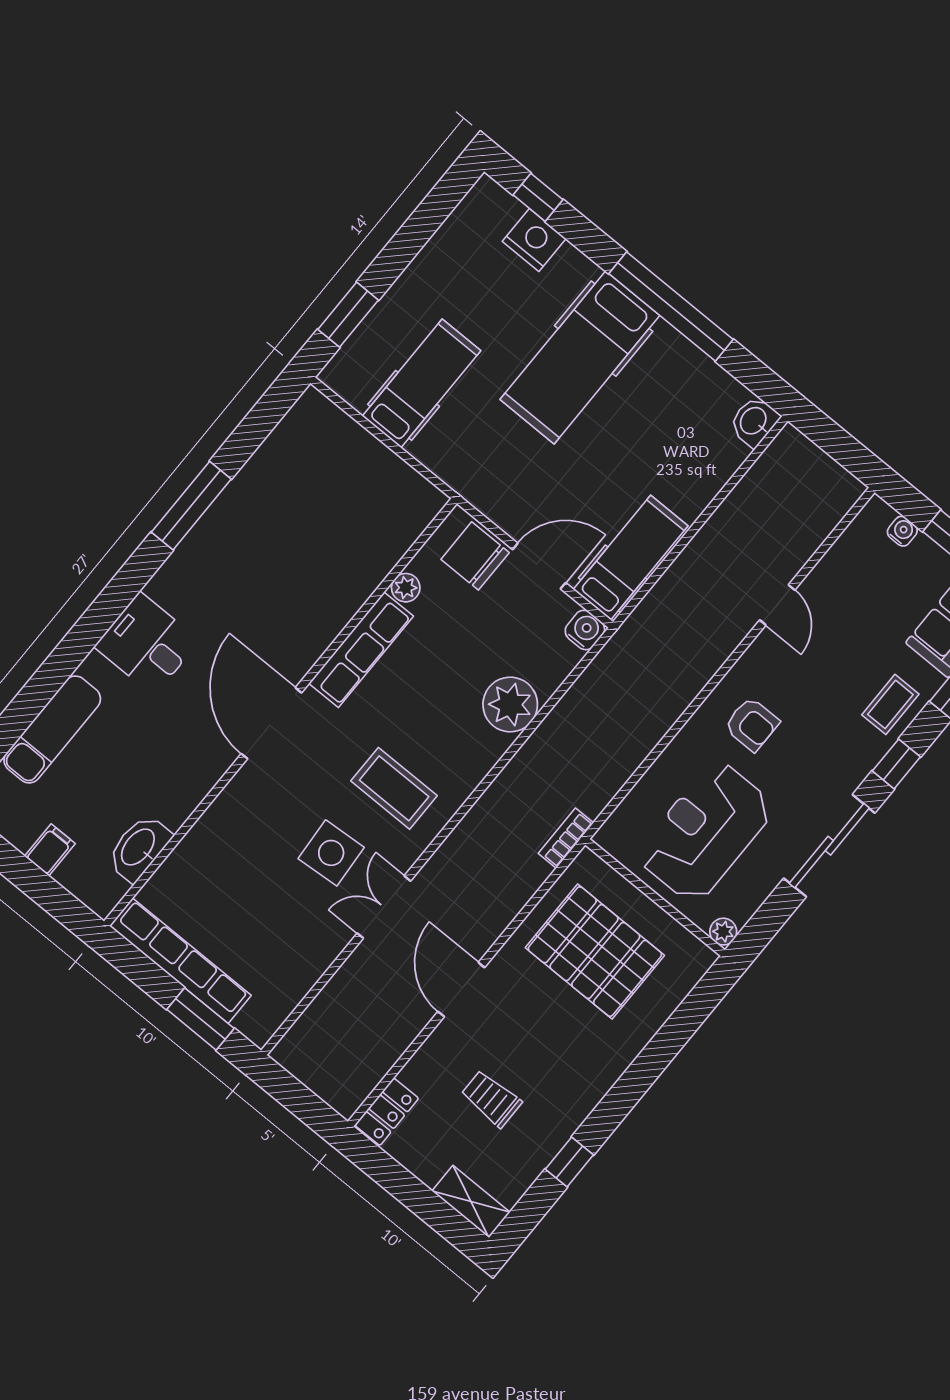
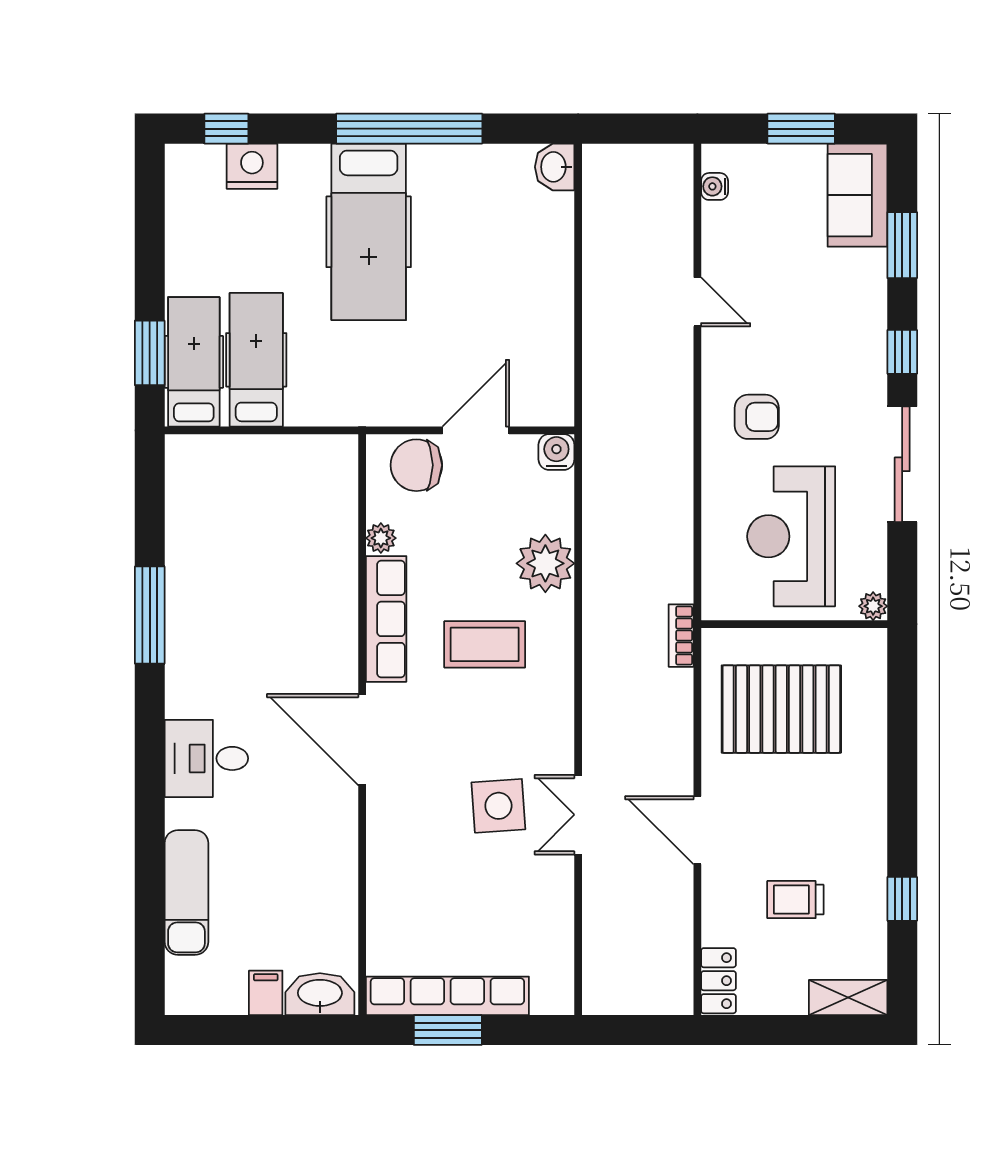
water cooler: (902, 531) -> (715, 186), moved, turned -90
hospital bed: (631, 558) -> (194, 362), moved
coffee table: (890, 704) -> (857, 307), removed
coffee table: (394, 788) -> (485, 644), moved
washbasin: (139, 848) -> (320, 994), moved, turned 90
window: (200, 1019) -> (448, 1030), moved

